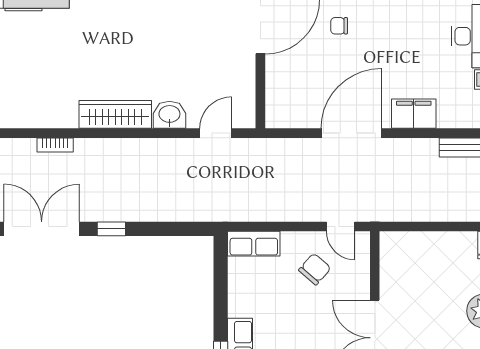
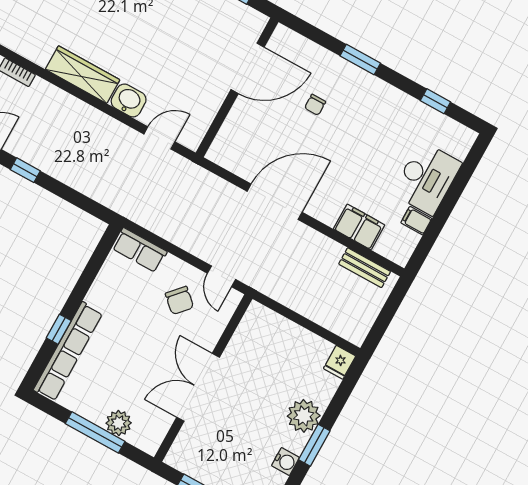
chair: (339, 26) -> (315, 105), turned -90
filing cabinet: (414, 114) -> (359, 227), moved
chair: (315, 269) -> (179, 300), turned 91

